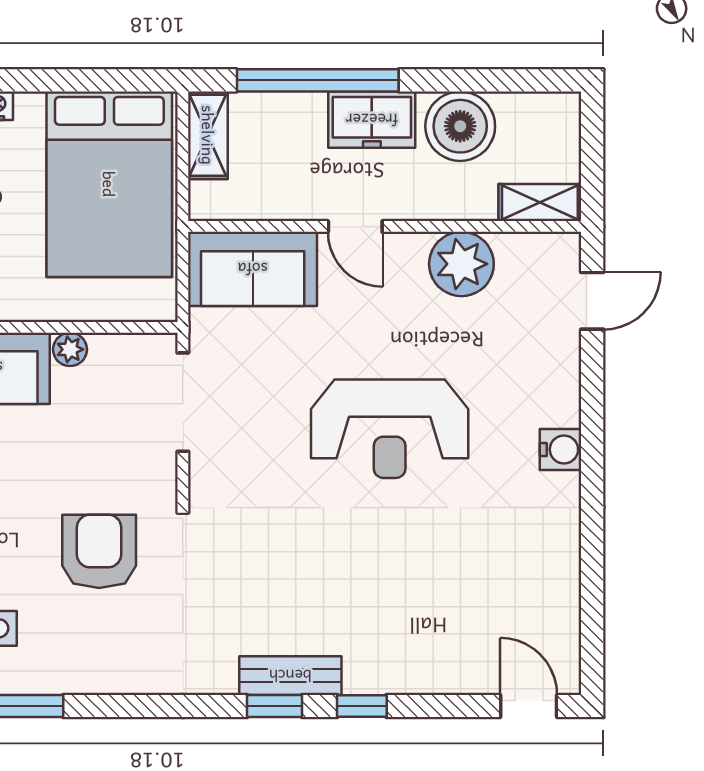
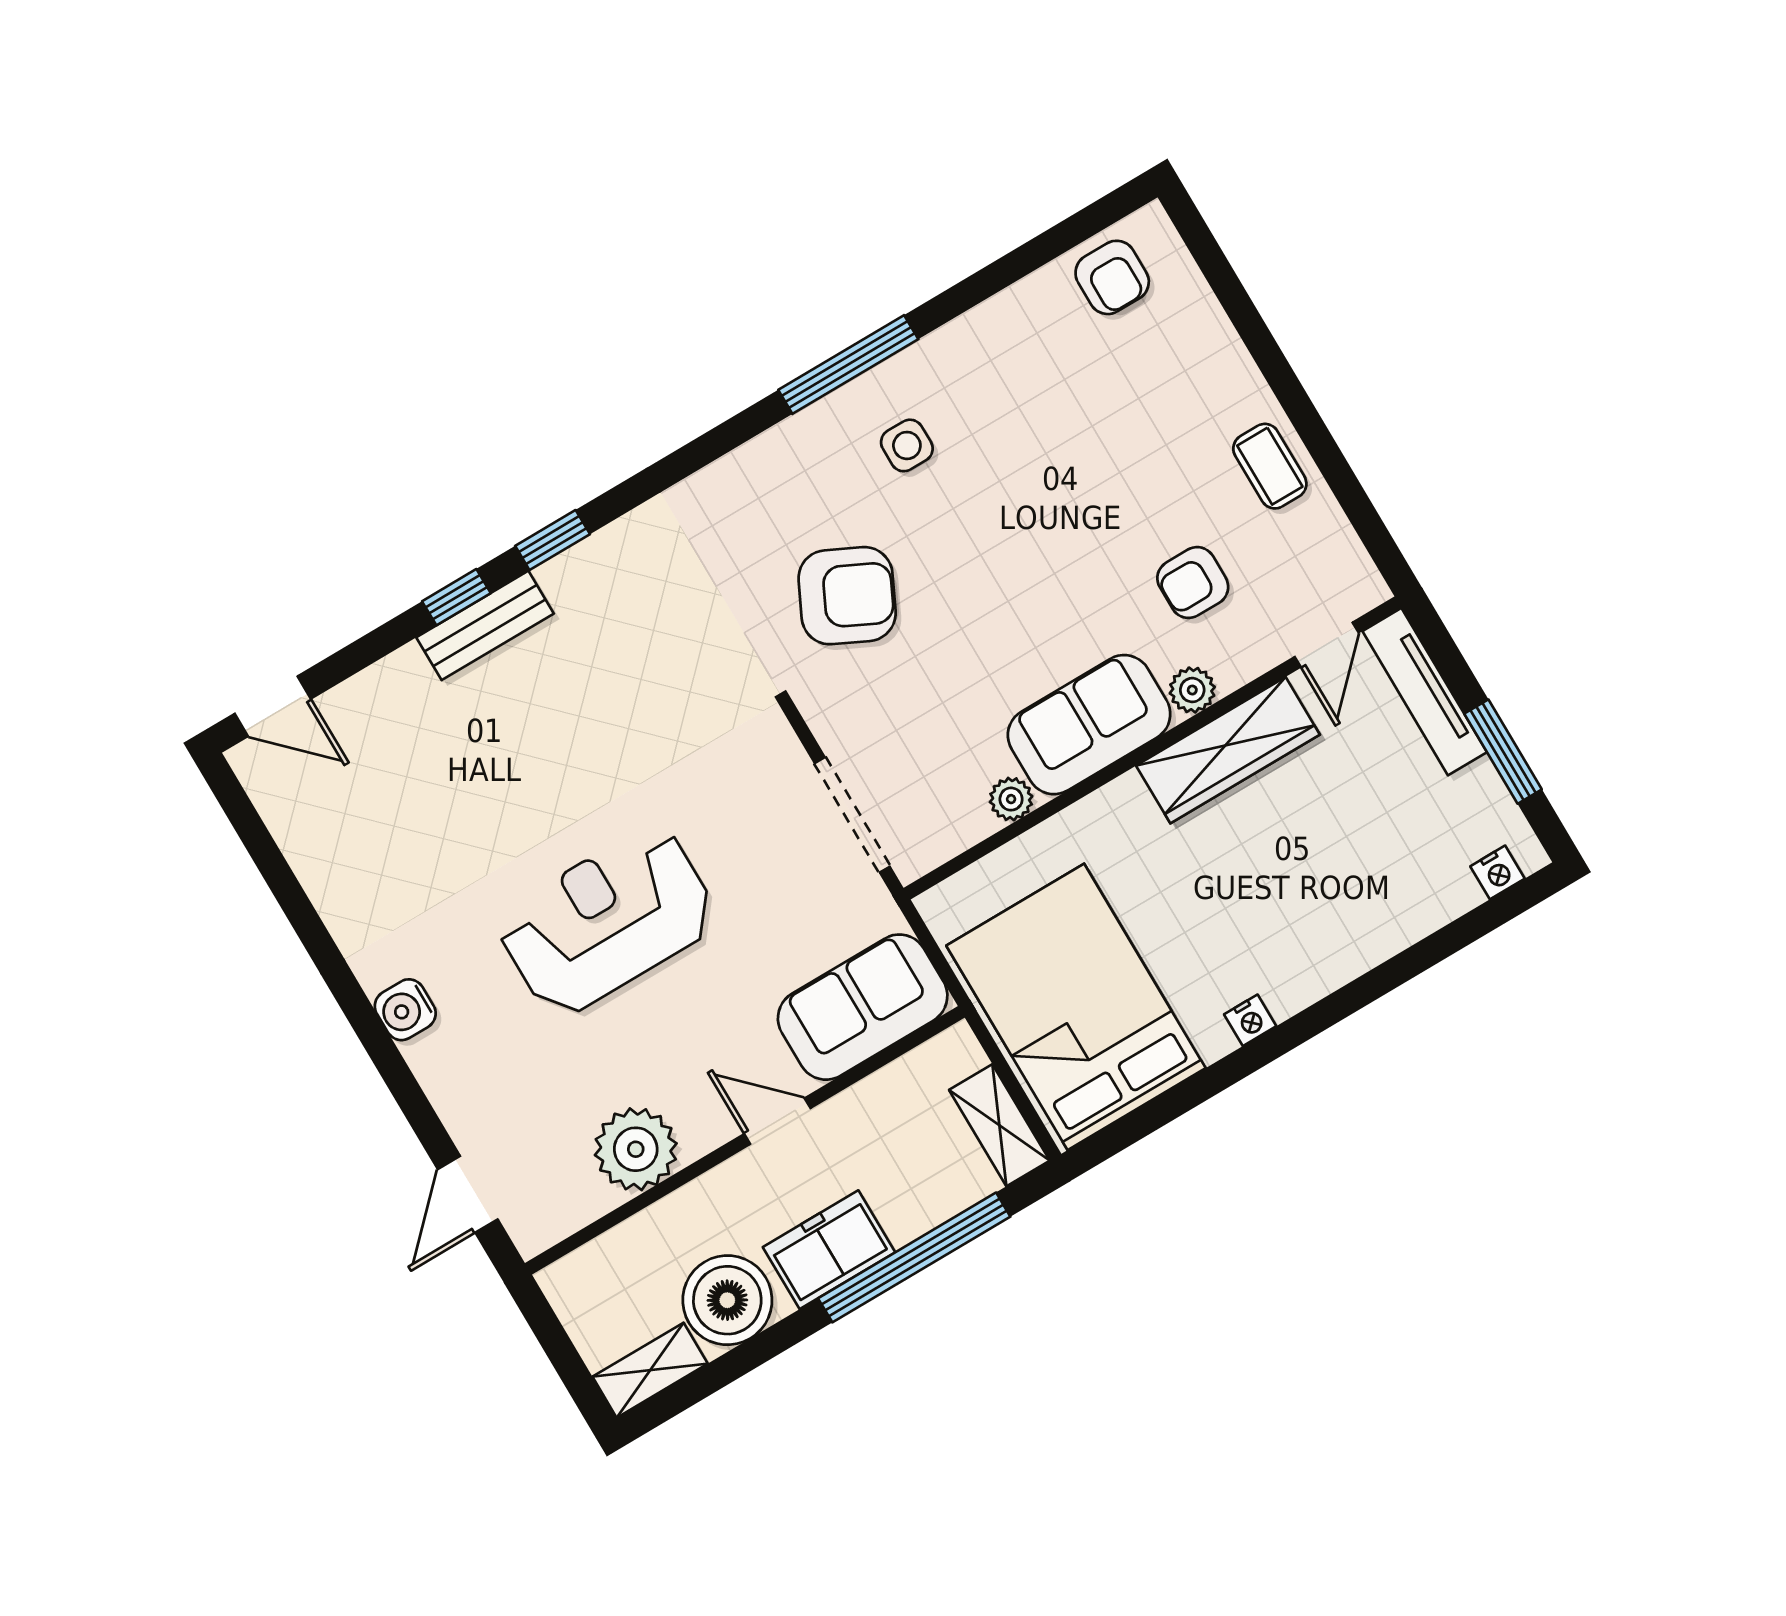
shelving: (540, 203) -> (650, 1370), moved
armchair: (99, 551) -> (847, 596), turned -64
bench: (290, 676) -> (485, 625), moved

